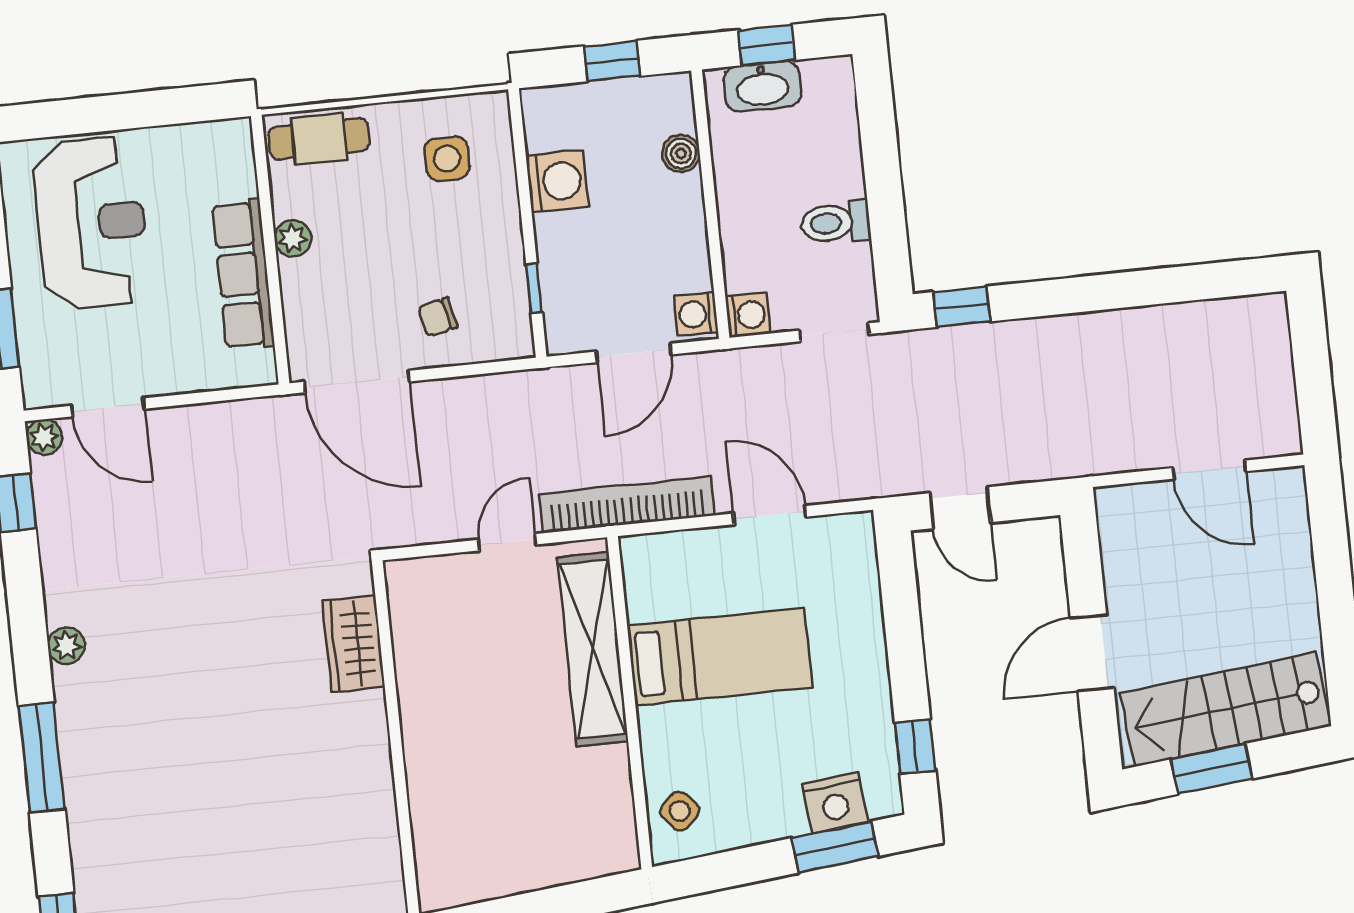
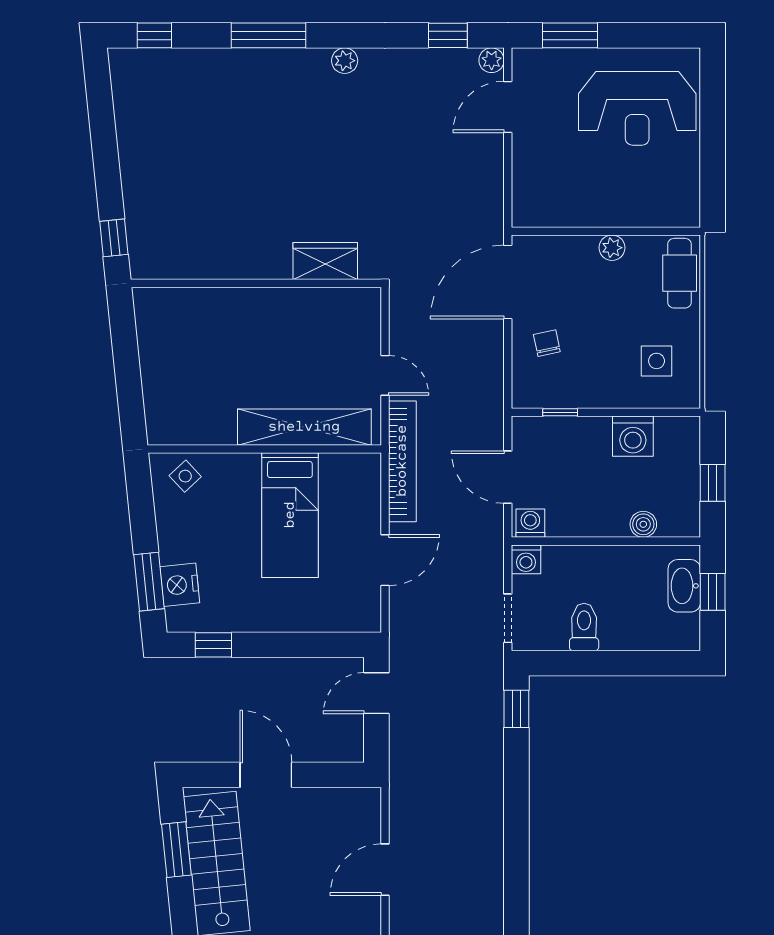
row of seats: (243, 274) -> (591, 211), removed

